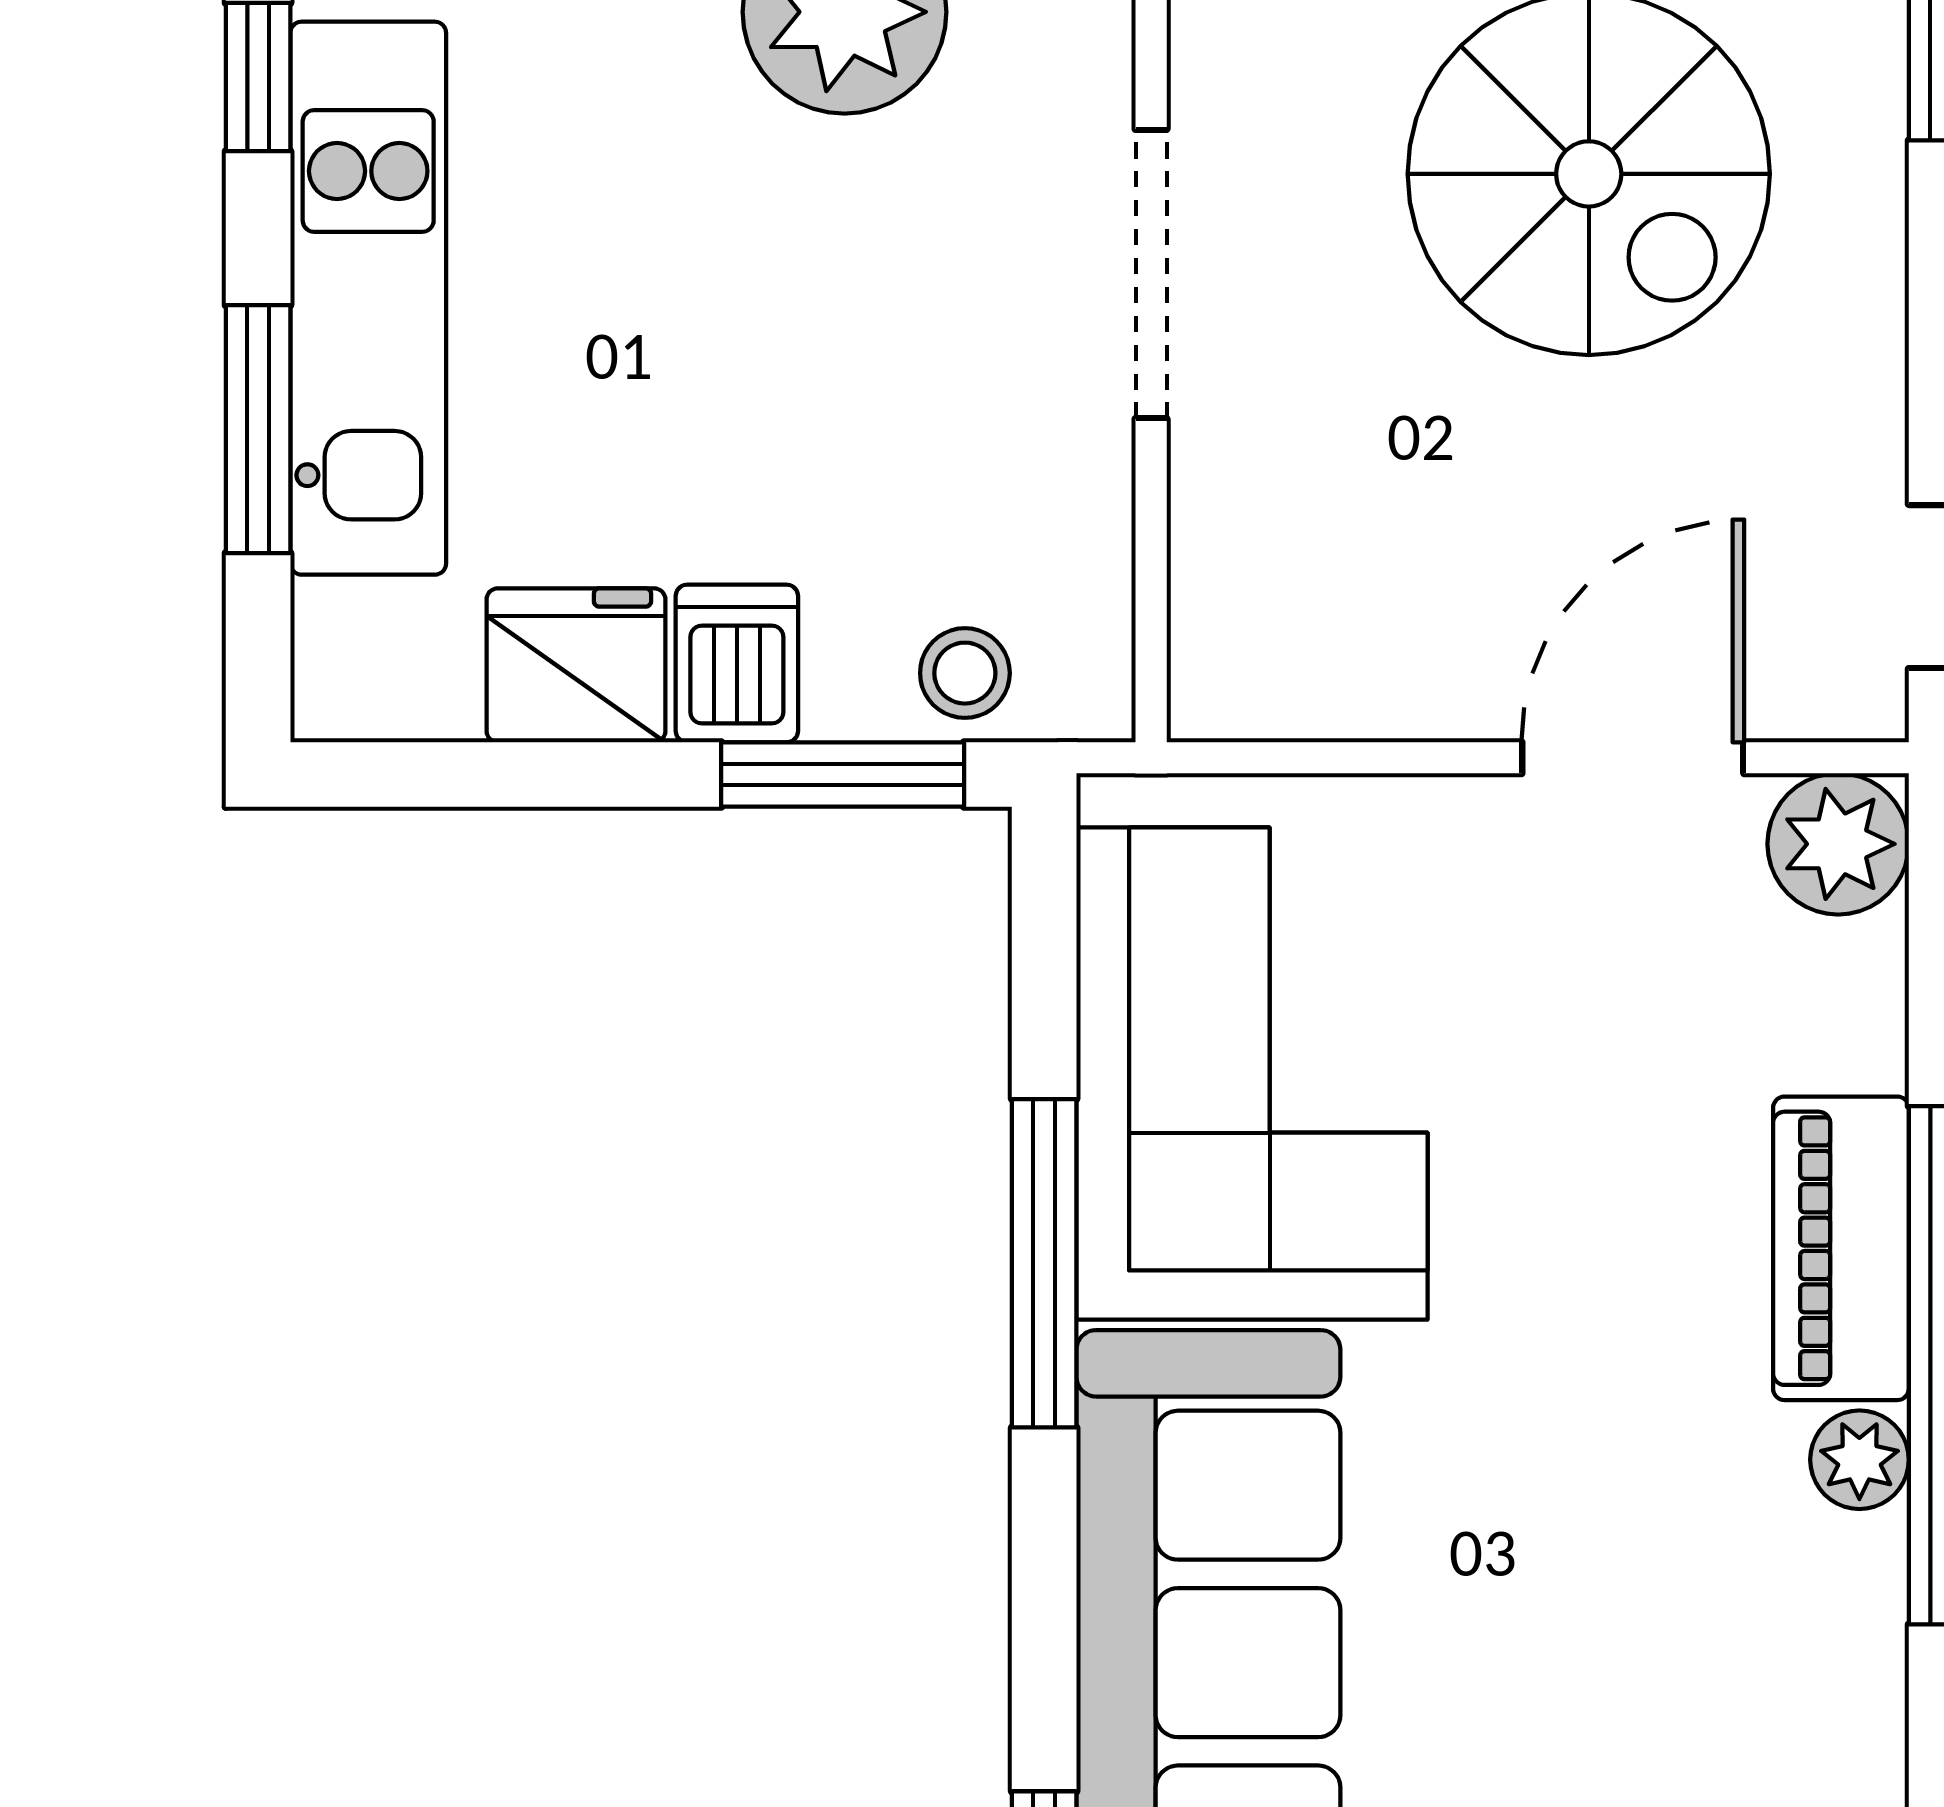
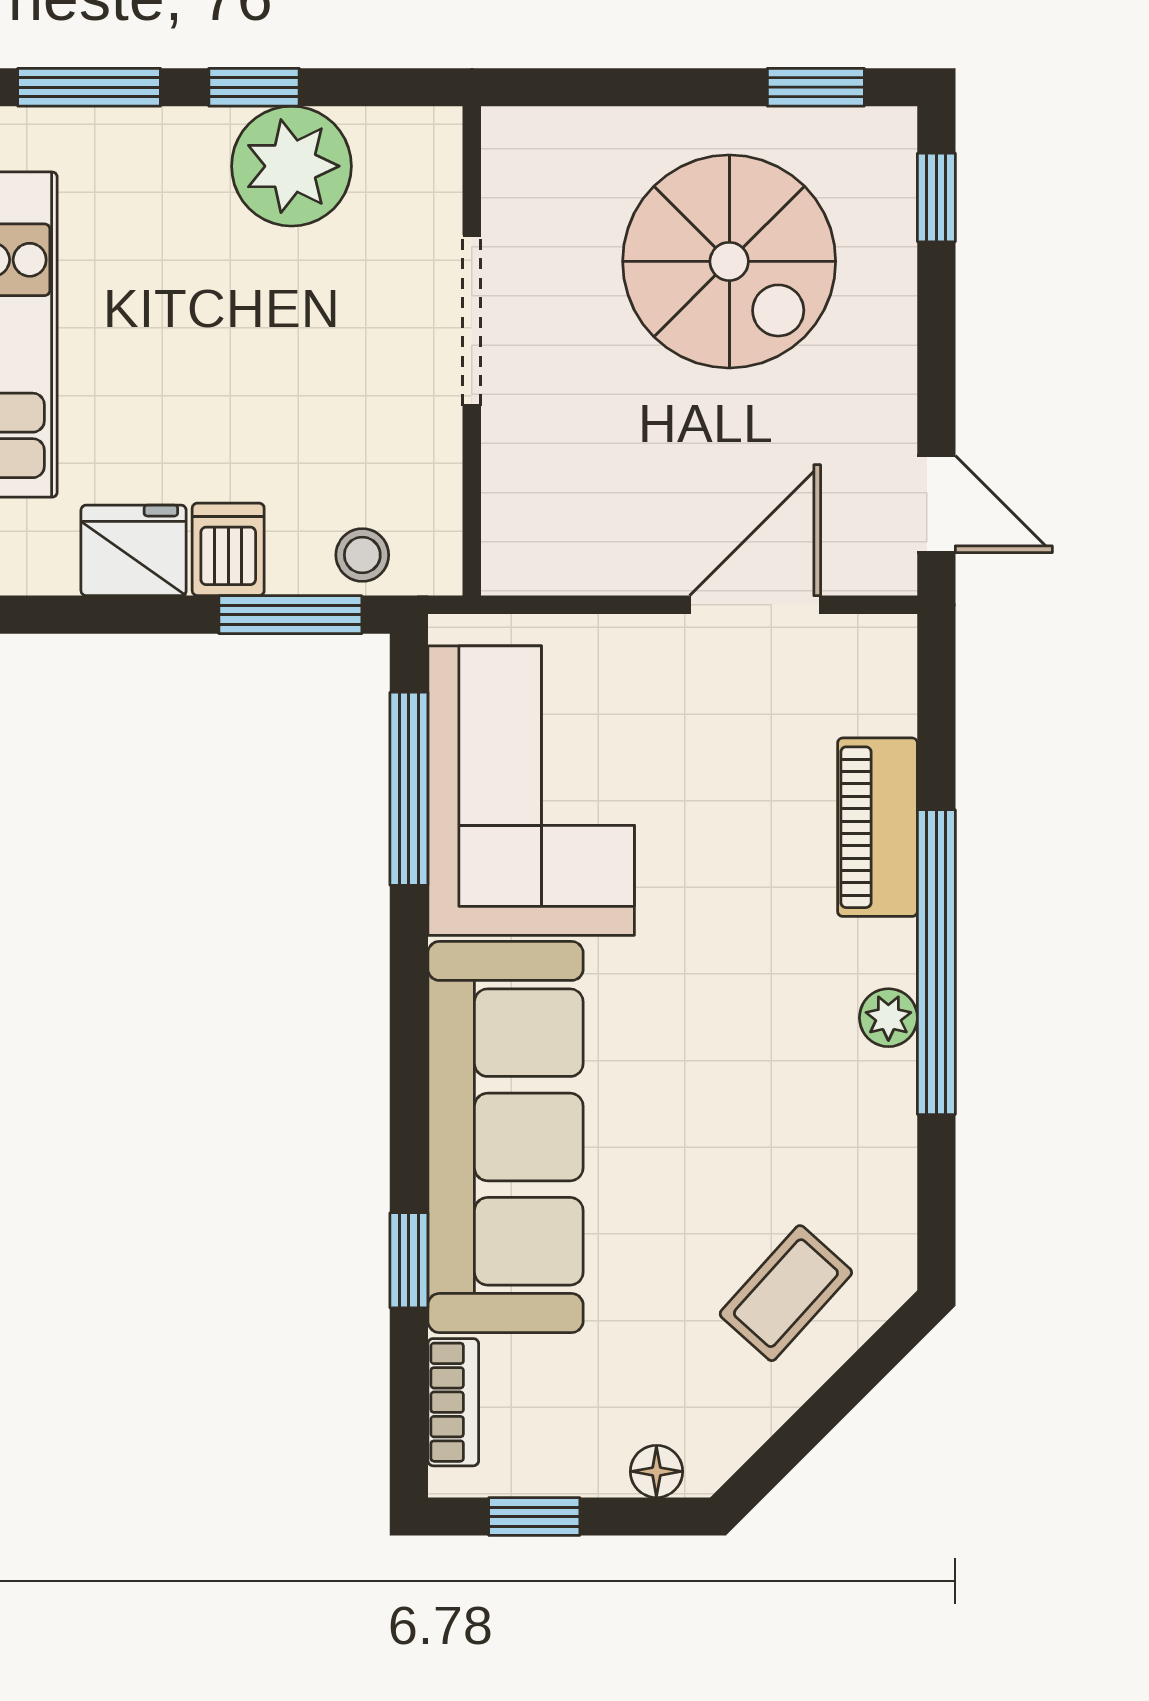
plant: (1838, 844) -> (876, 655), removed
piano: (1841, 1248) -> (877, 827), moved
window: (1044, 1263) -> (409, 789), moved

